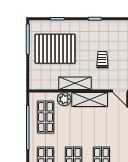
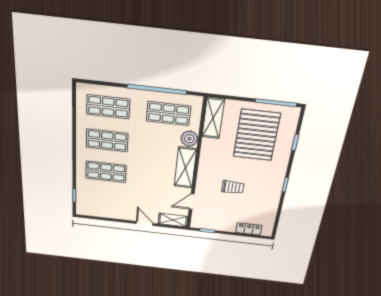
shelving: (75, 83) -> (213, 118), moved

